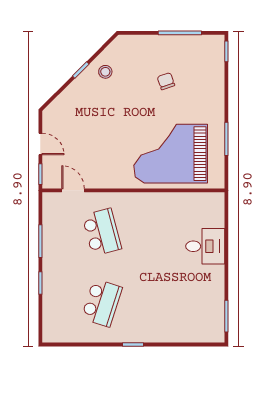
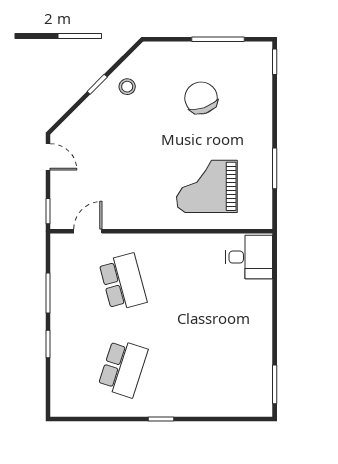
chair: (166, 81) -> (201, 98), width x1.87, depth x1.87
door: (40, 144) -> (48, 157), moved
grand piano: (171, 154) -> (207, 186), width x0.73, depth x0.68
door: (73, 190) -> (88, 231), hinge flipped
desk: (205, 246) -> (249, 257), moved

